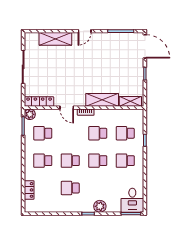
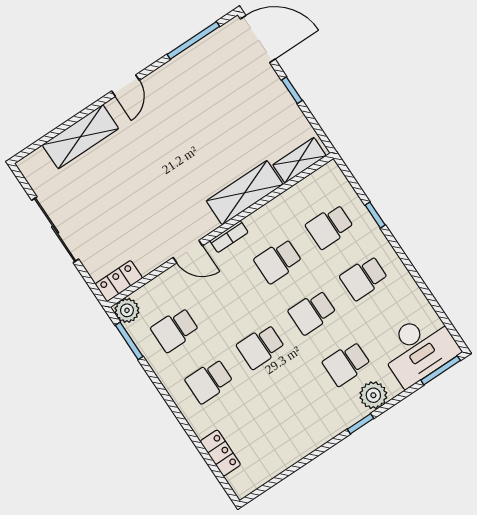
locker: (39, 102) -> (119, 281), width x0.66
school desk: (70, 188) -> (347, 364), moved
desk: (132, 200) -> (419, 348), width x1.37

